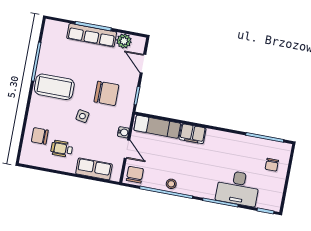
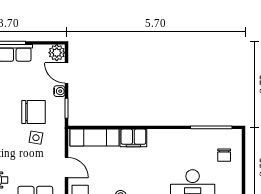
plant: (124, 41) -> (57, 53), moved
side table: (82, 116) -> (36, 138), moved
water cooler: (123, 132) -> (59, 91), moved

